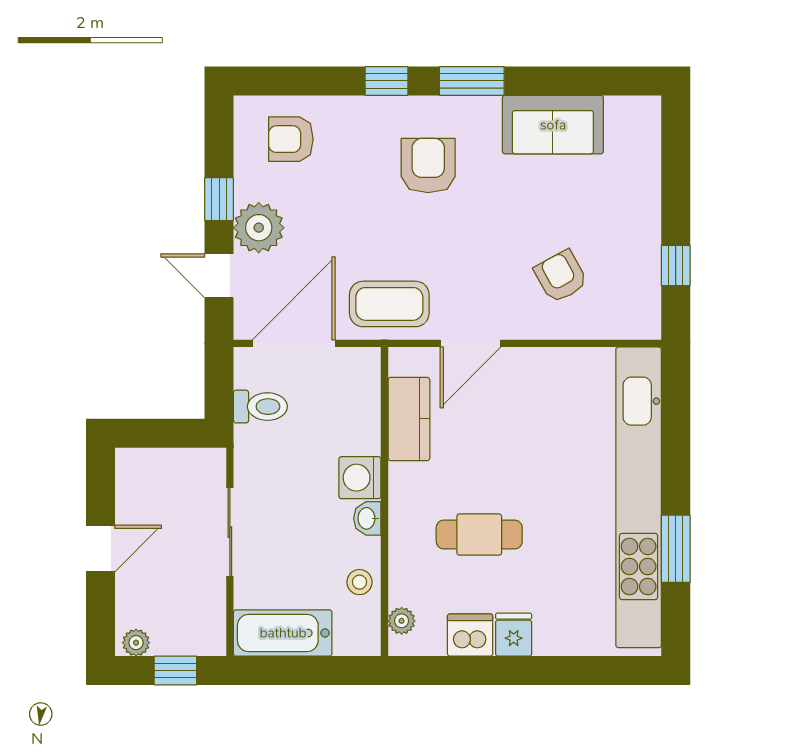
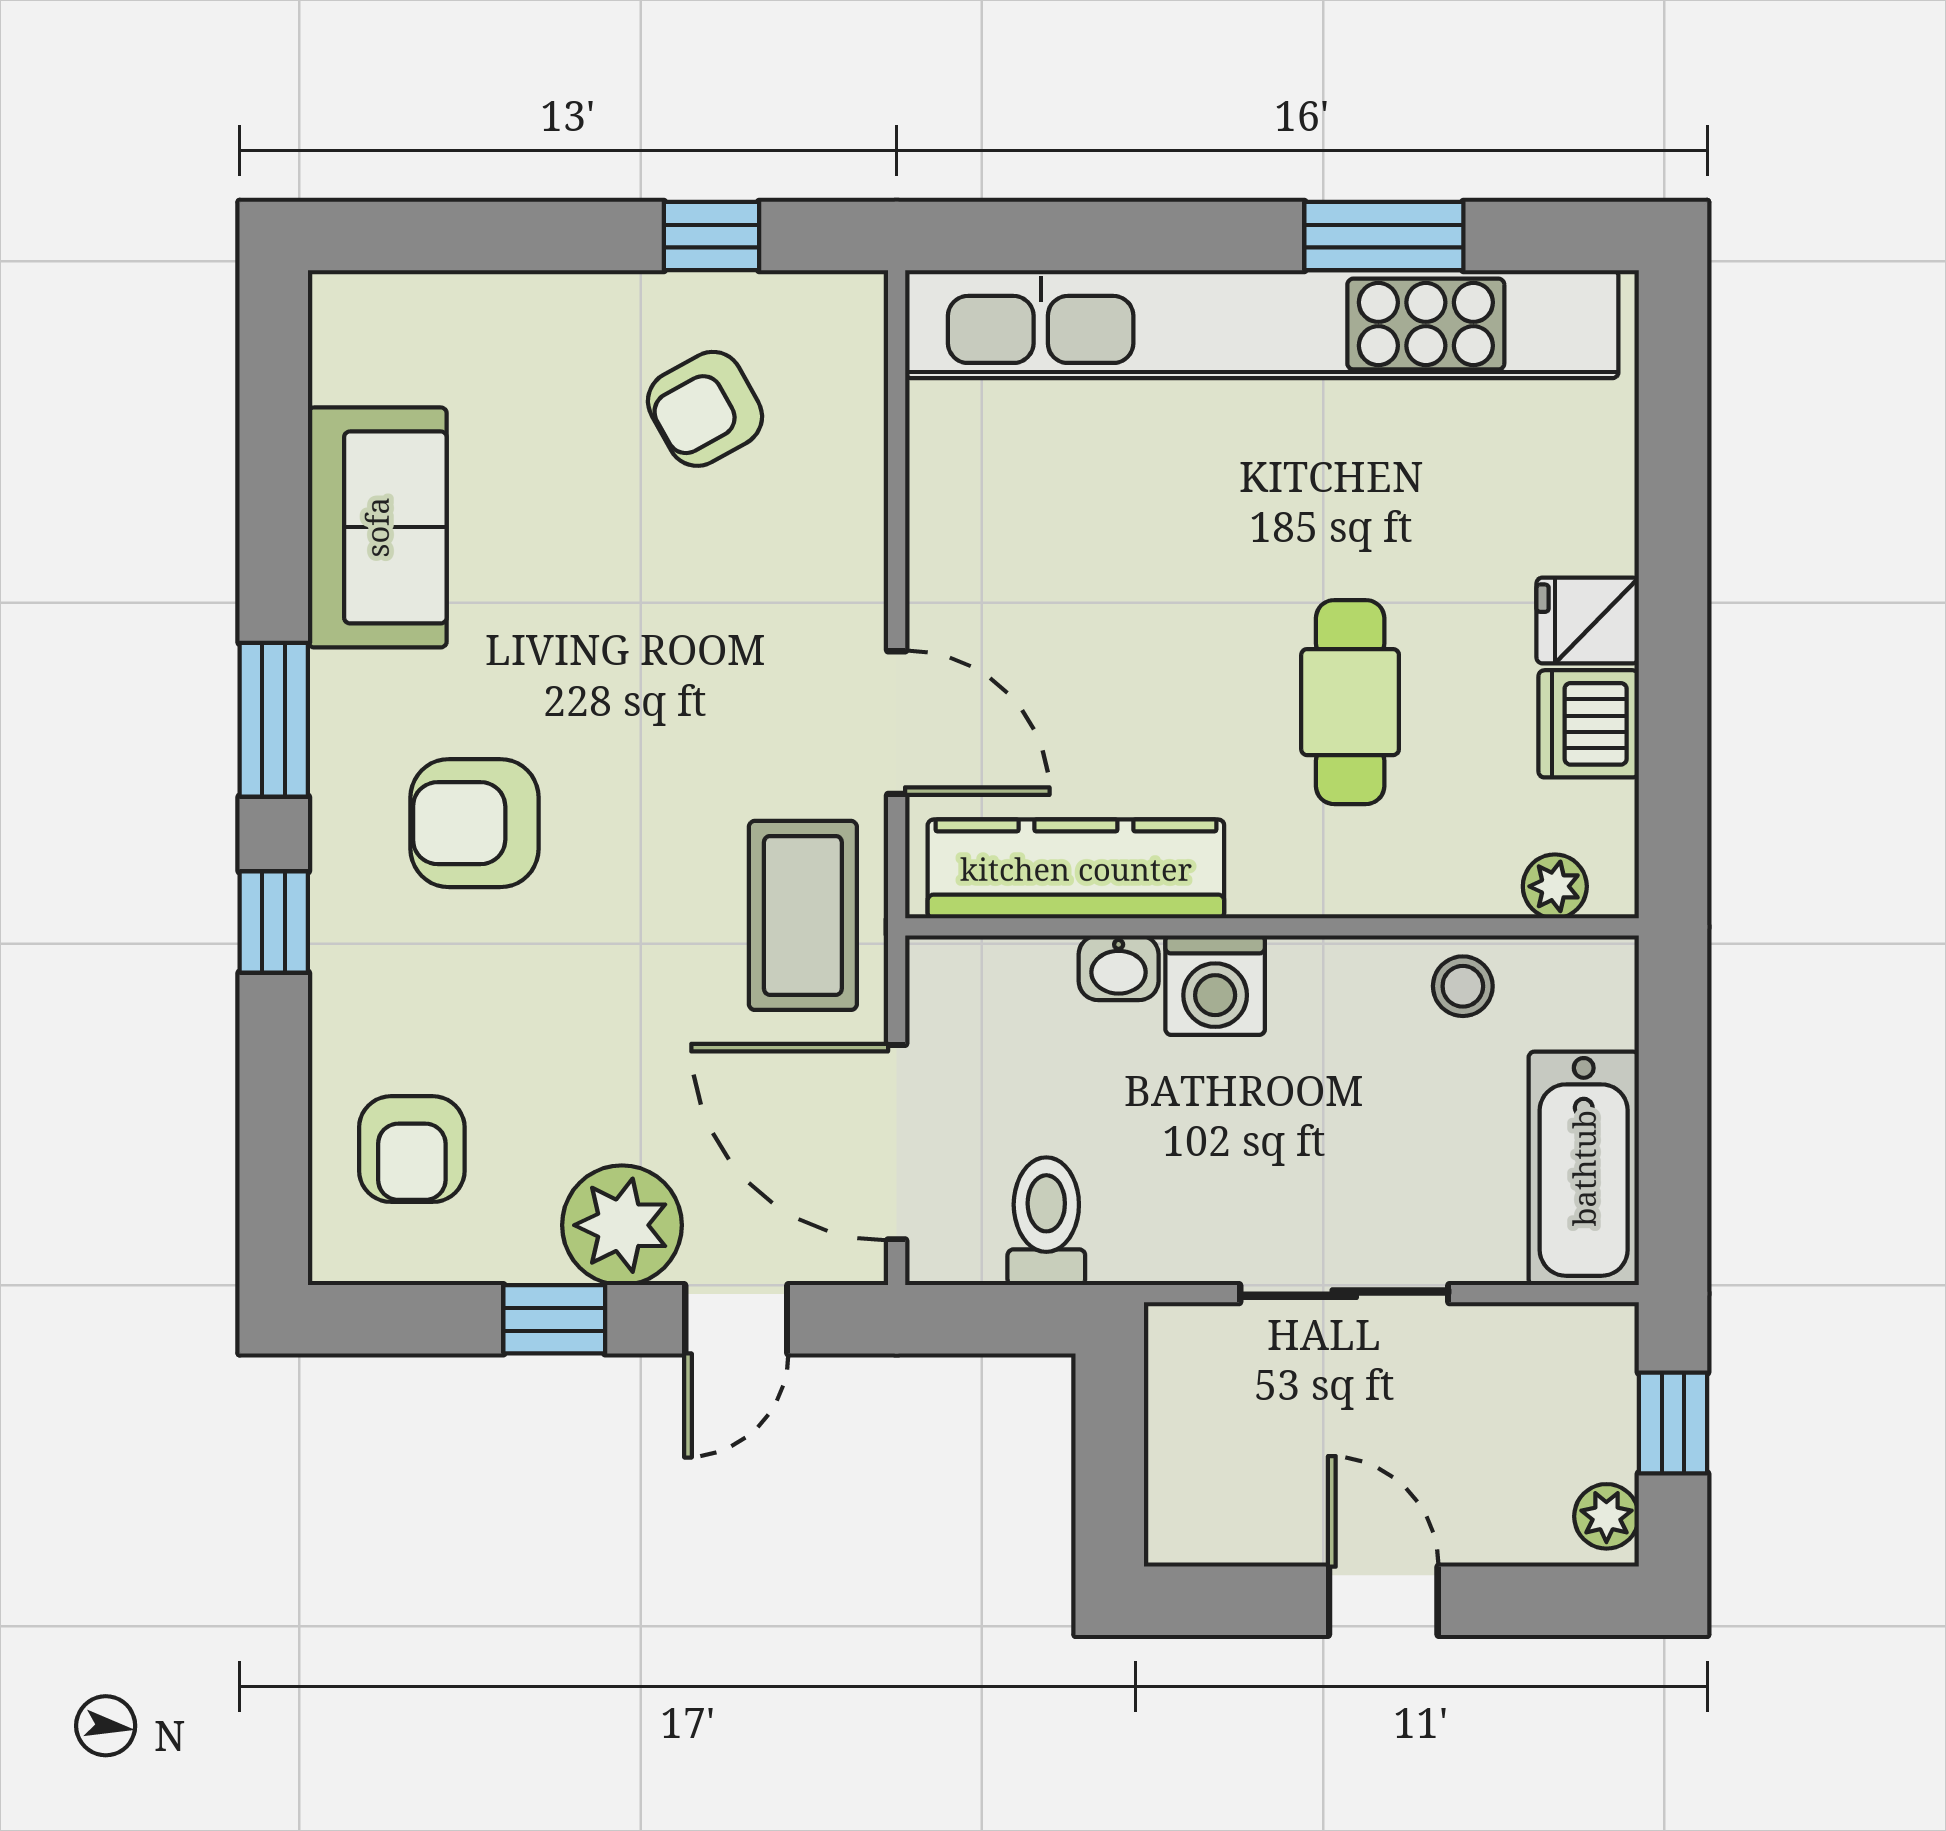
armchair: (561, 276) -> (705, 409), moved
kitchen counter: (409, 419) -> (1076, 869), width x1.50
washbasin: (367, 518) -> (1119, 968), moved

